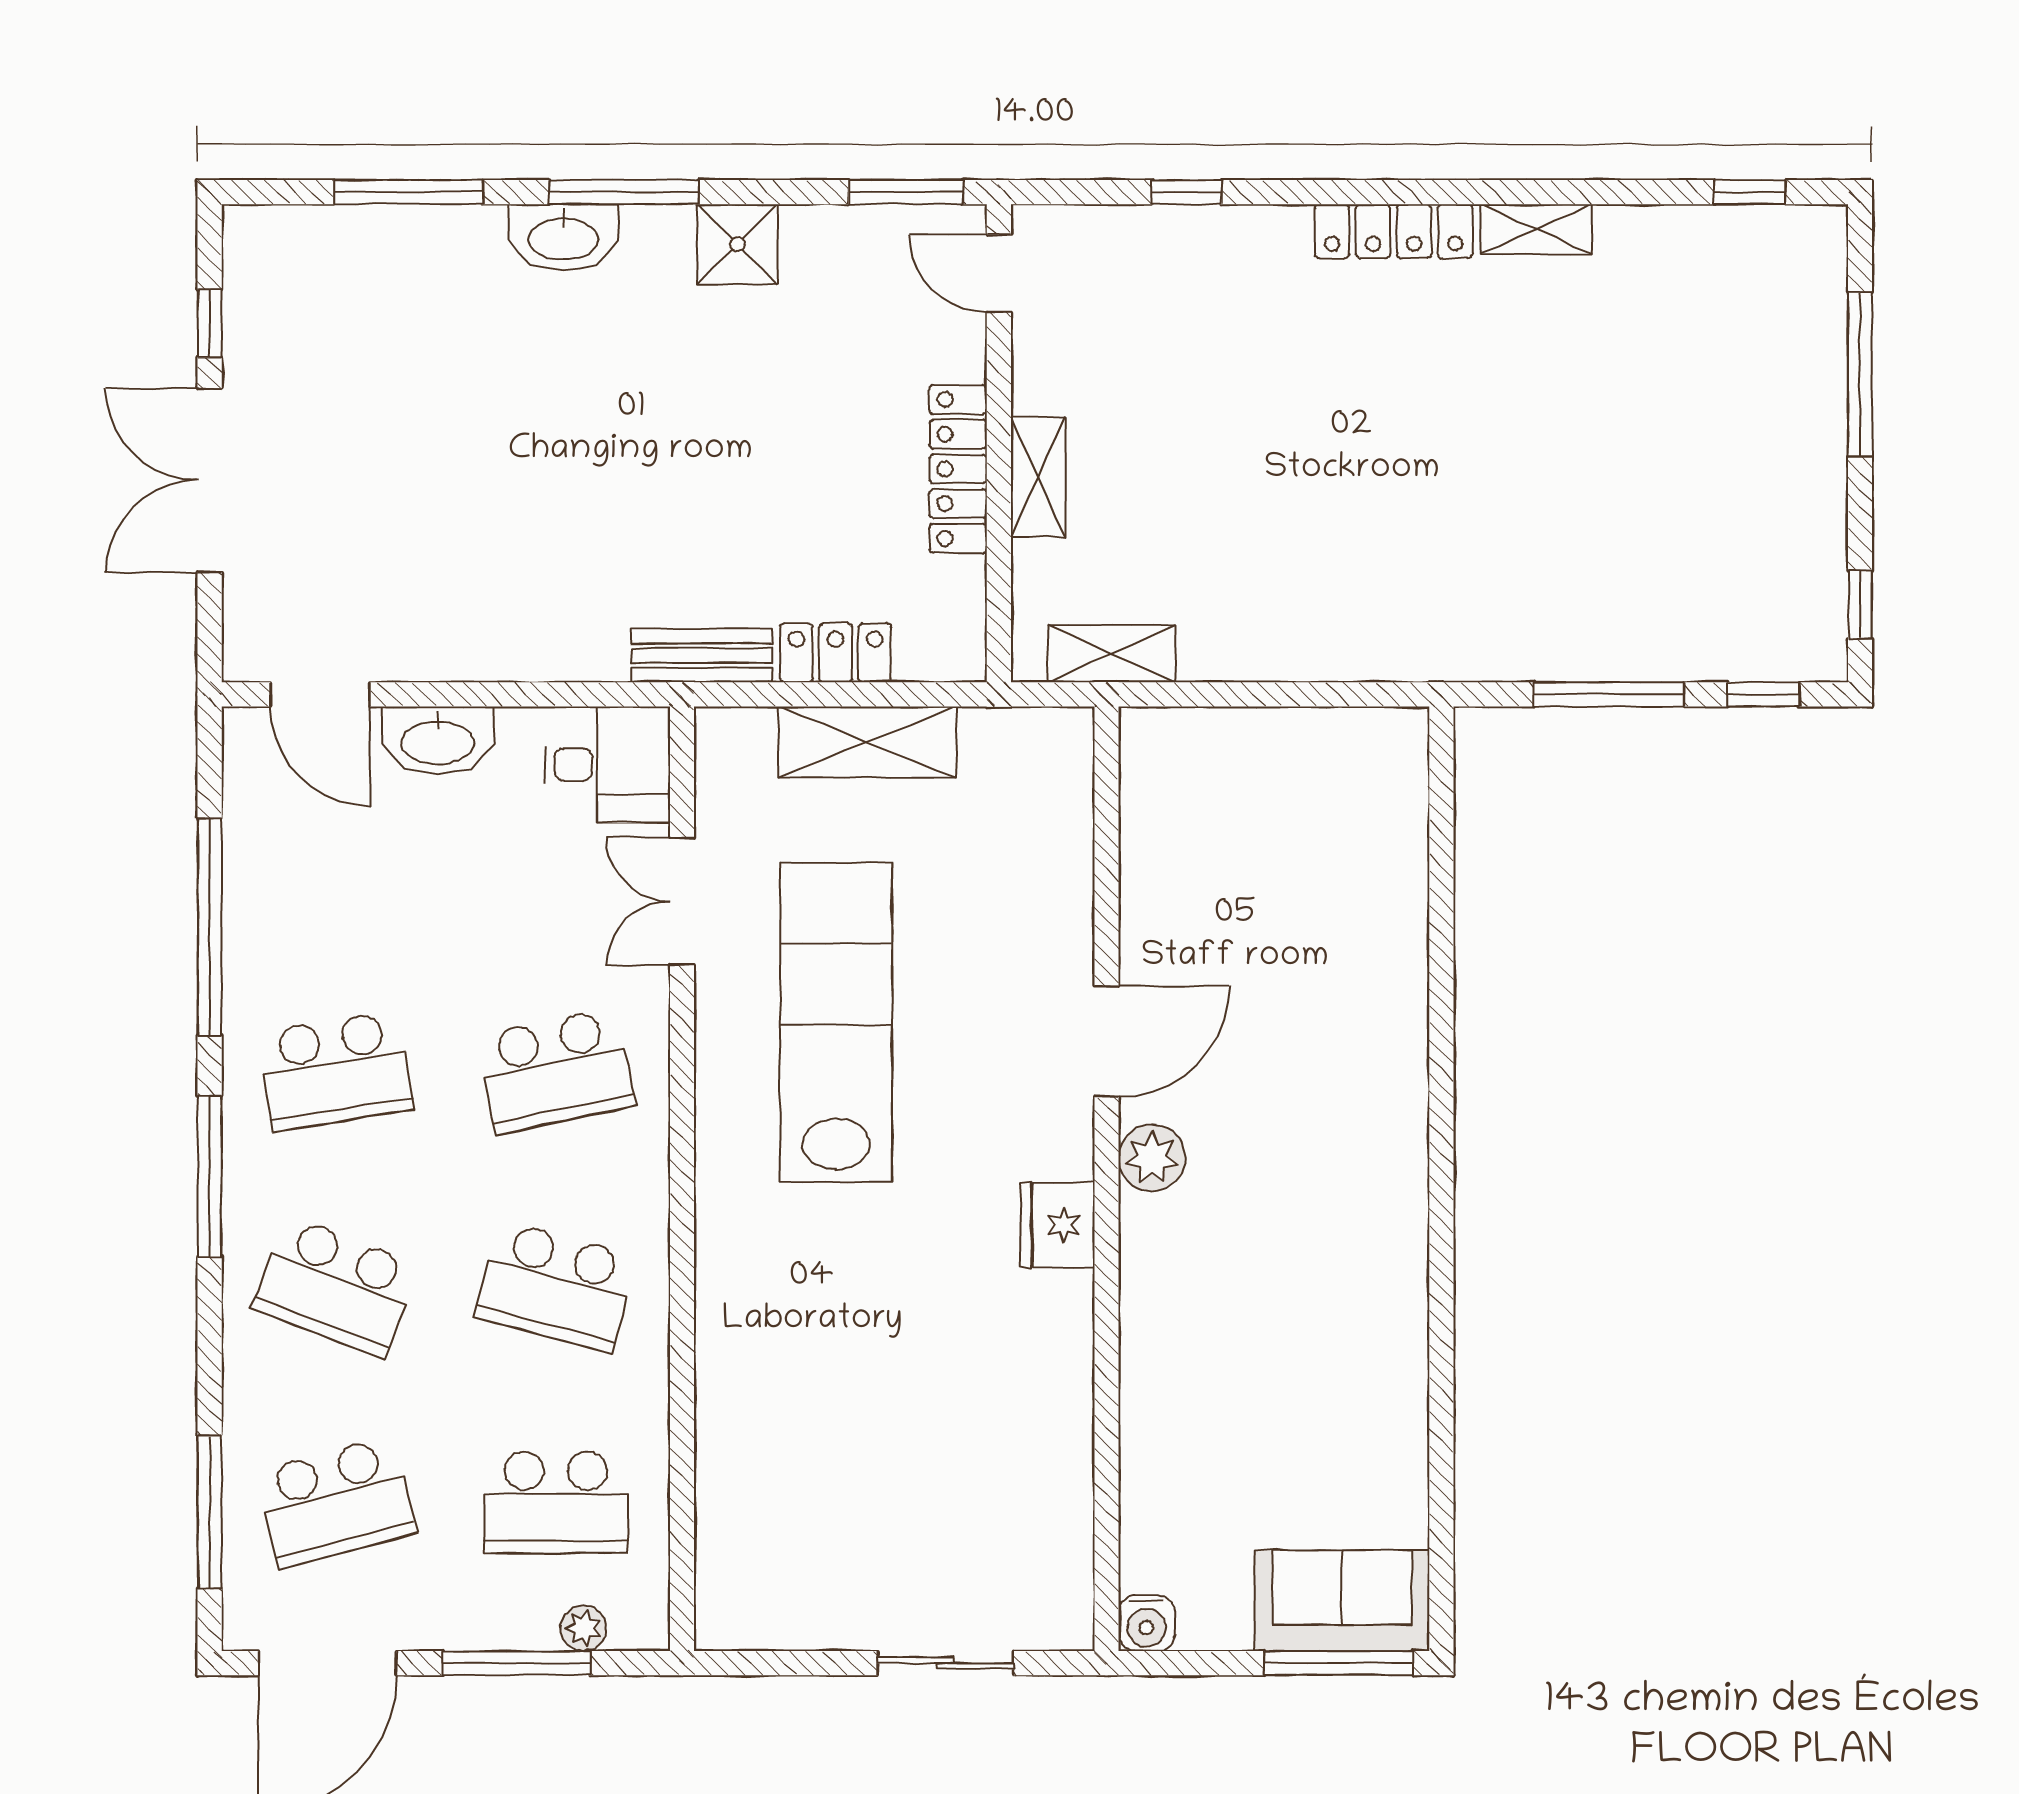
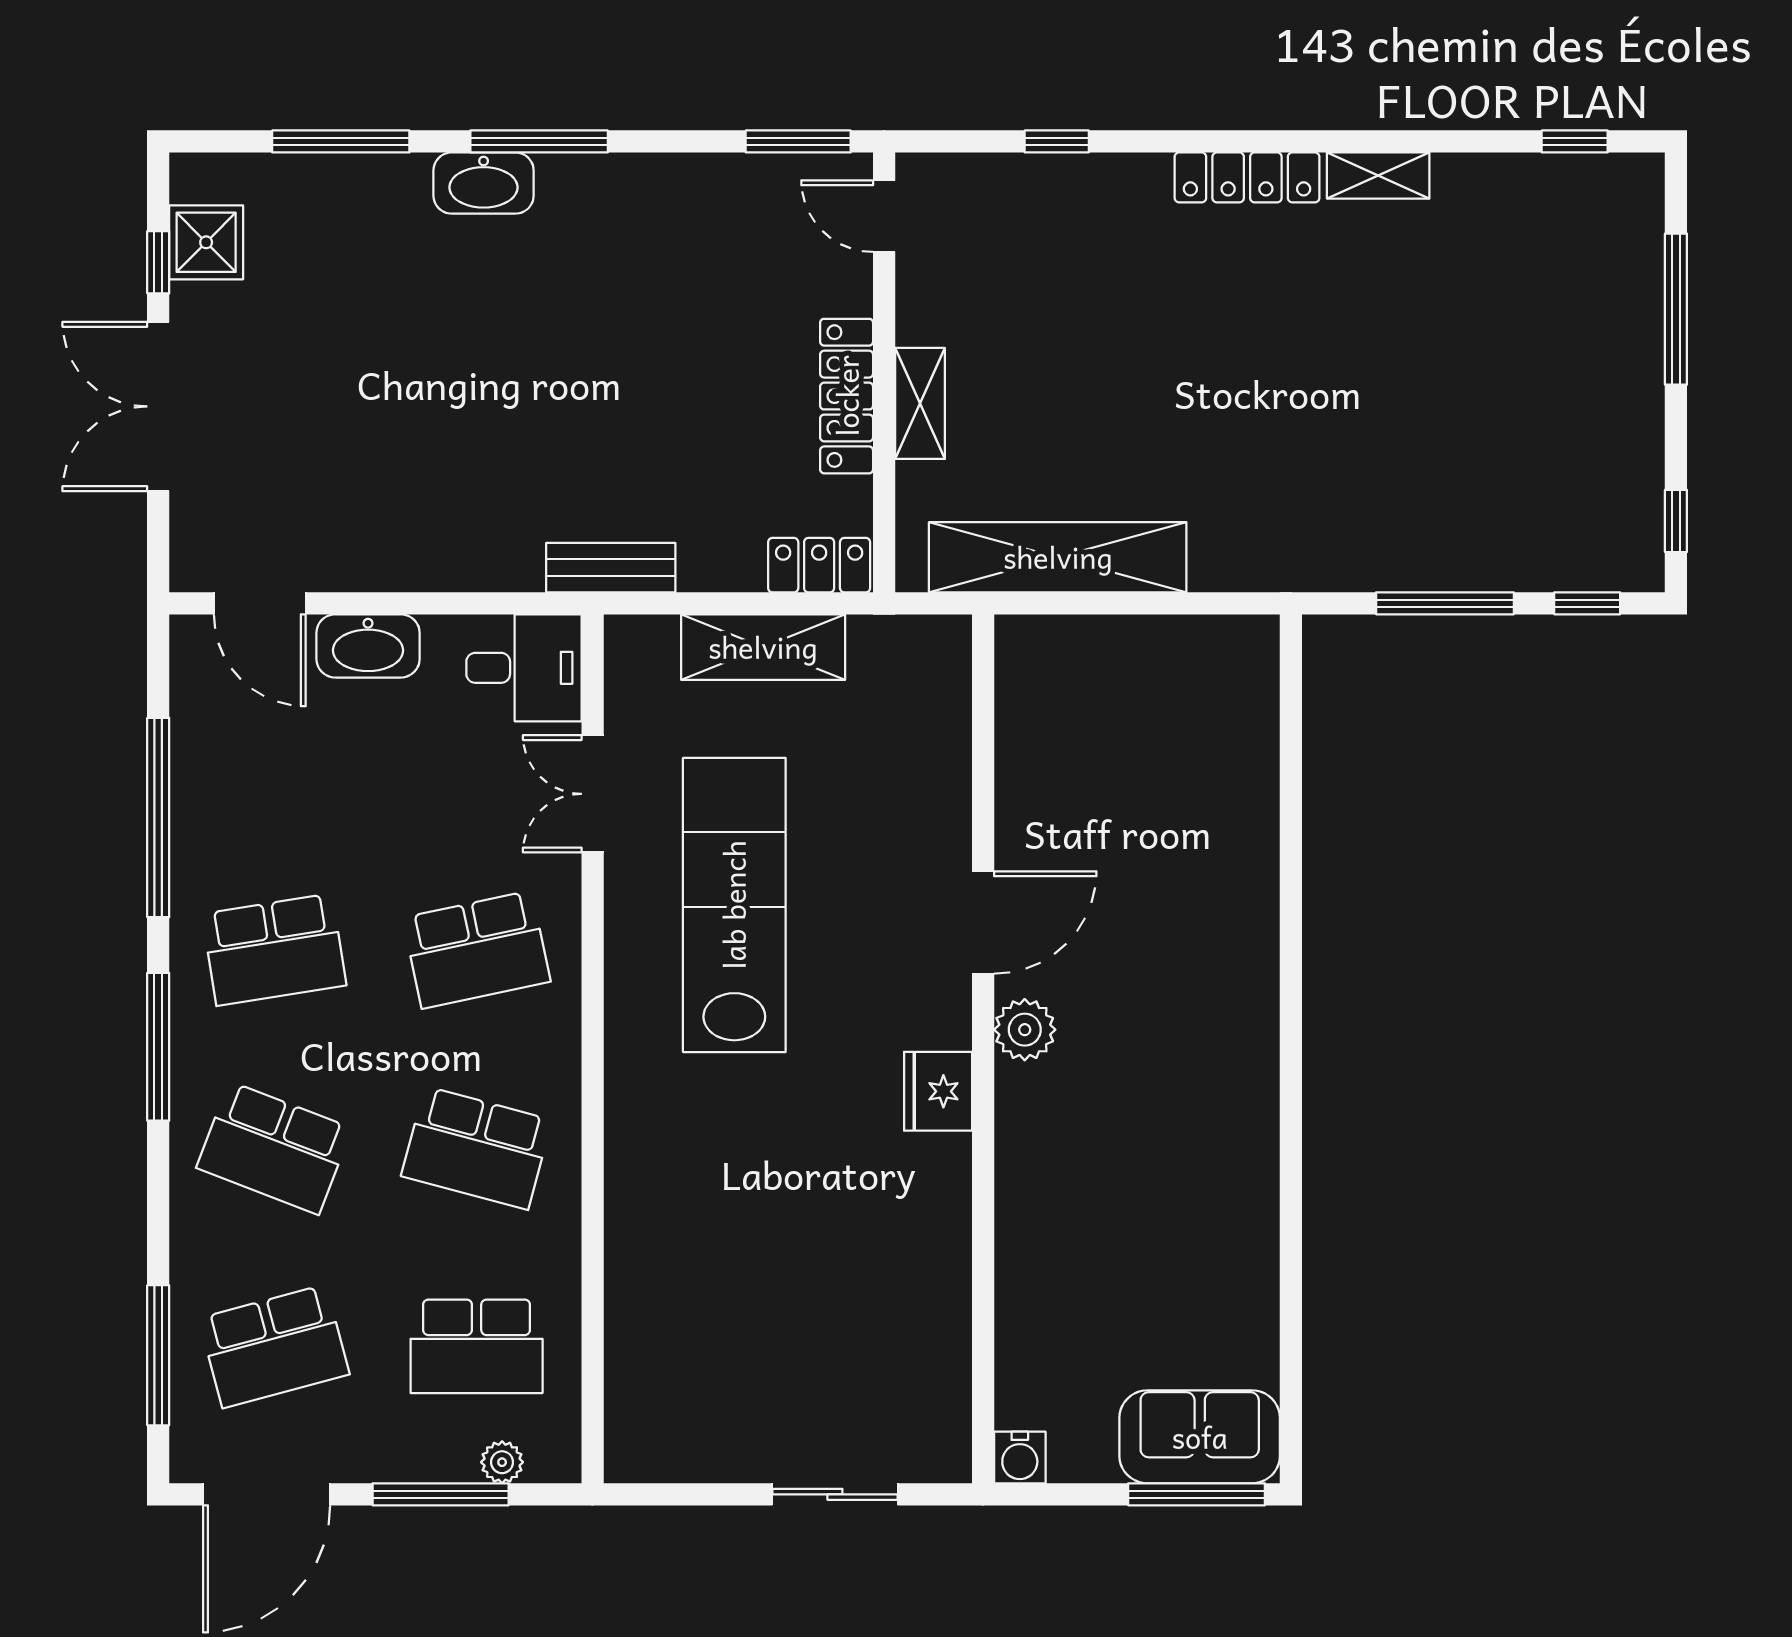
shower: (737, 244) -> (206, 242), moved
locker: (835, 653) -> (819, 565), moved
shelving: (1111, 654) -> (1058, 557), width x2.20, depth x1.33

